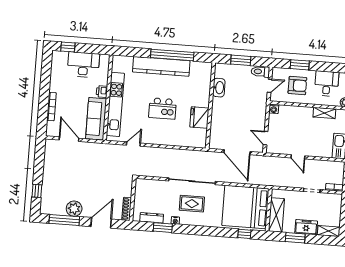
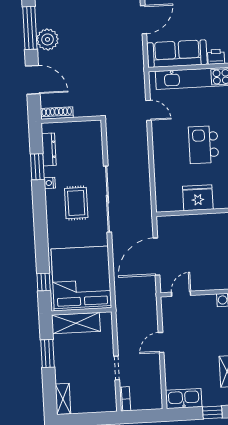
freezer: (306, 227) -> (64, 367), removed

